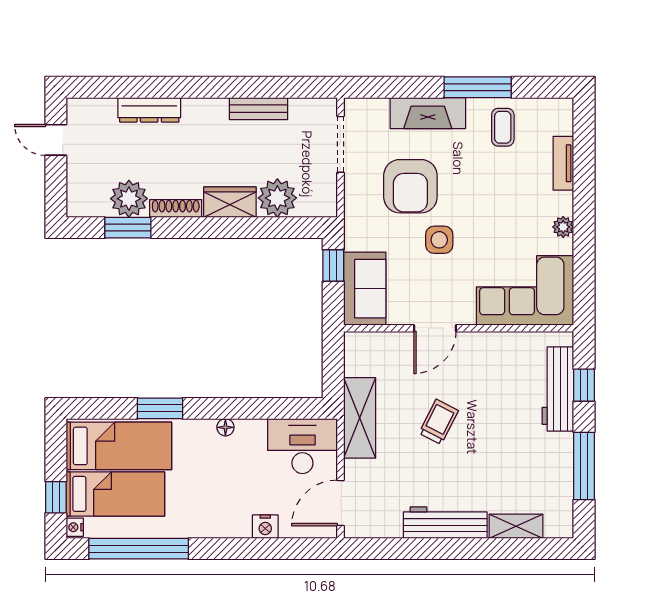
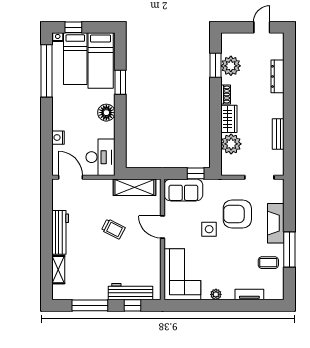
shoe rack: (176, 208) -> (226, 94), width x0.70
shelving: (360, 418) -> (134, 187), moved
floor lamp: (225, 427) -> (106, 113), width x1.89, depth x1.89

